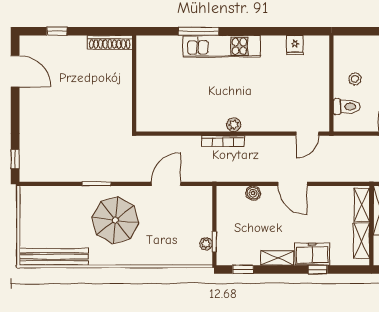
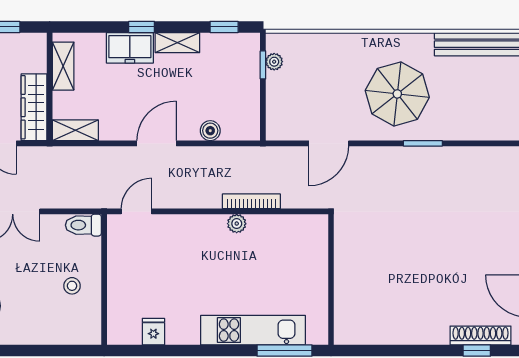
shoe rack: (110, 42) -> (481, 335), moved
wall: (134, 84) -> (331, 279), moved
toilet: (347, 107) -> (83, 225), moved
door: (293, 184) -> (157, 143), hinge flipped
shelving: (362, 205) -> (75, 130), moved, turned 90
window: (318, 269) -> (142, 27), moved

